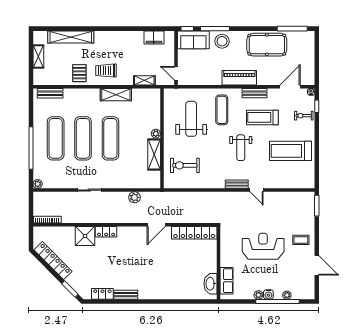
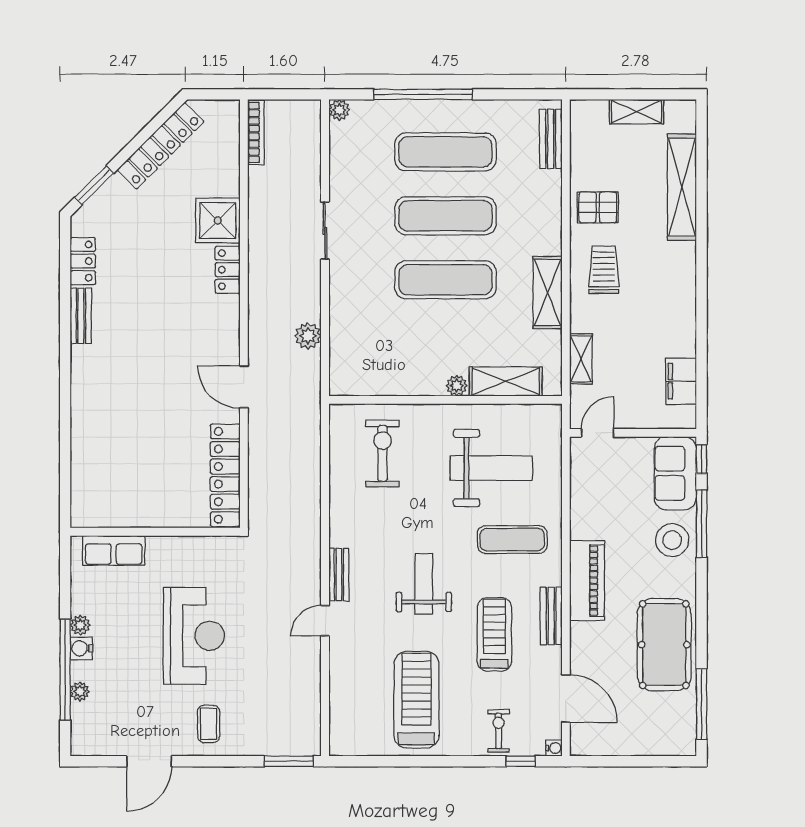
weight bench: (241, 148) -> (424, 584), turned 90
shelving: (154, 155) -> (506, 382), moved
washbasin: (210, 284) -> (107, 513), removed

